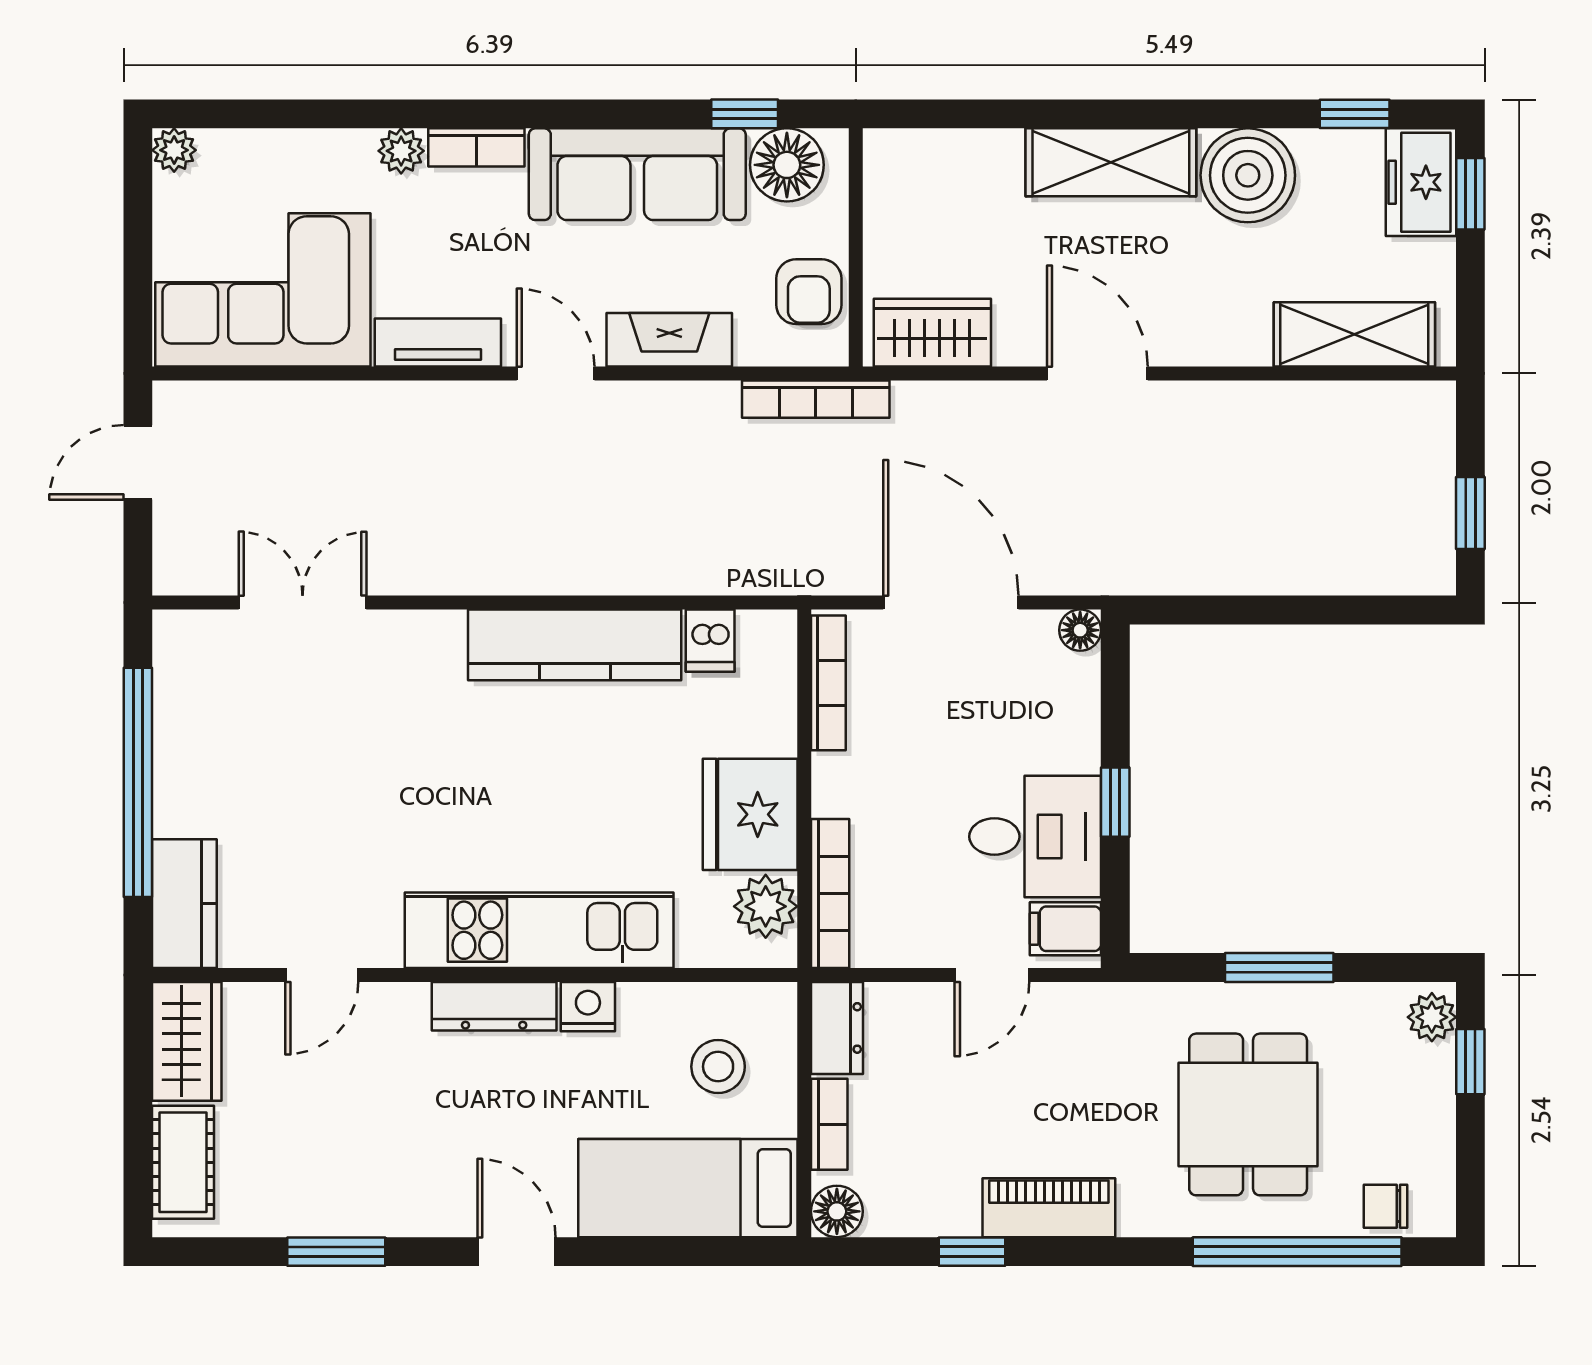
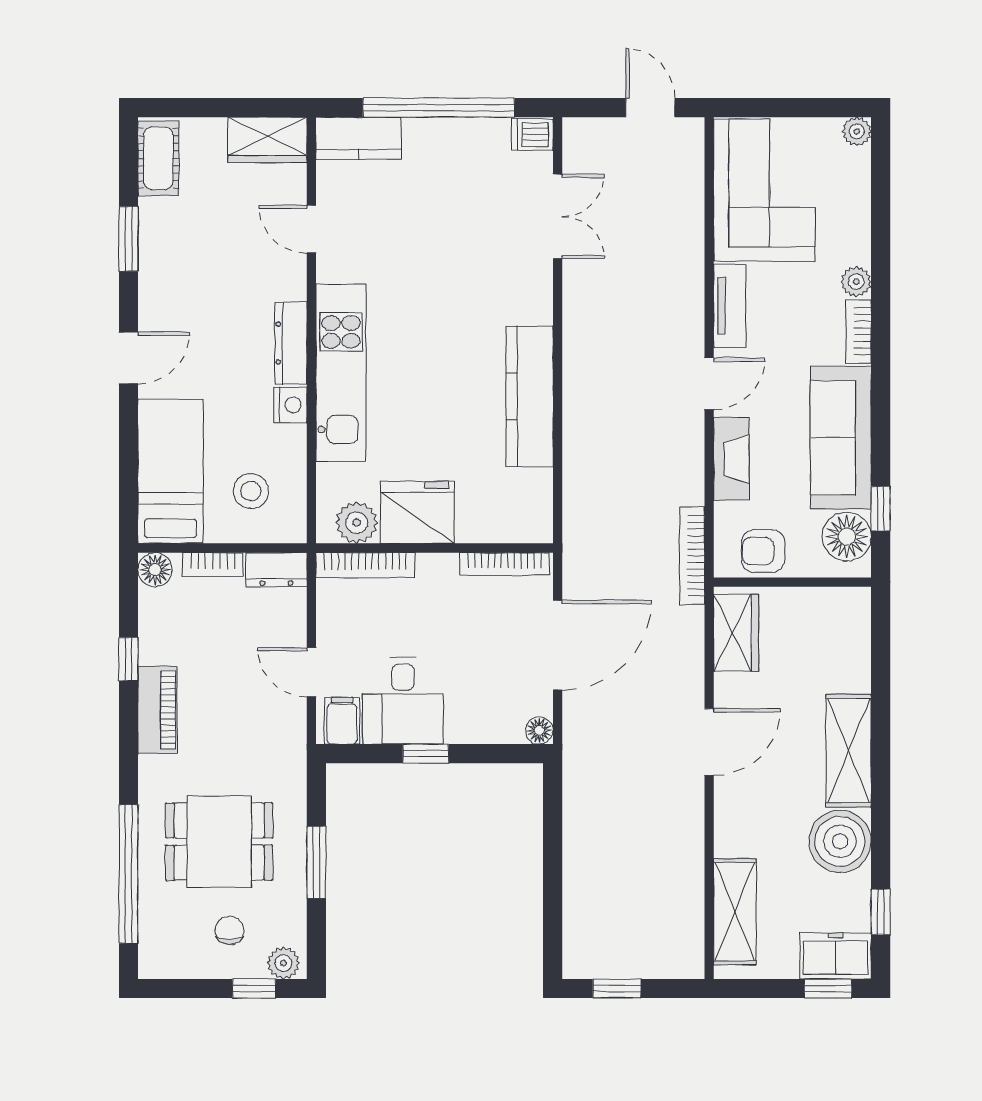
dishwasher: (710, 641) -> (532, 135), moved
cot: (183, 1162) -> (158, 158), moved, turned 90
chair: (1386, 1206) -> (230, 930), moved

